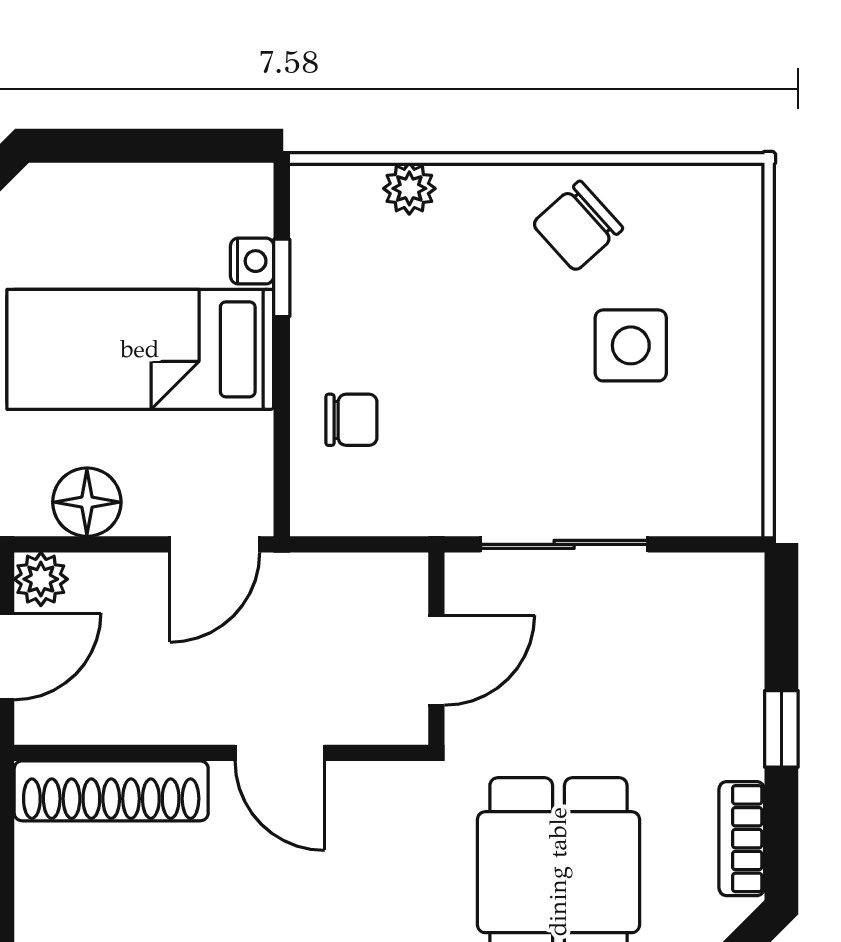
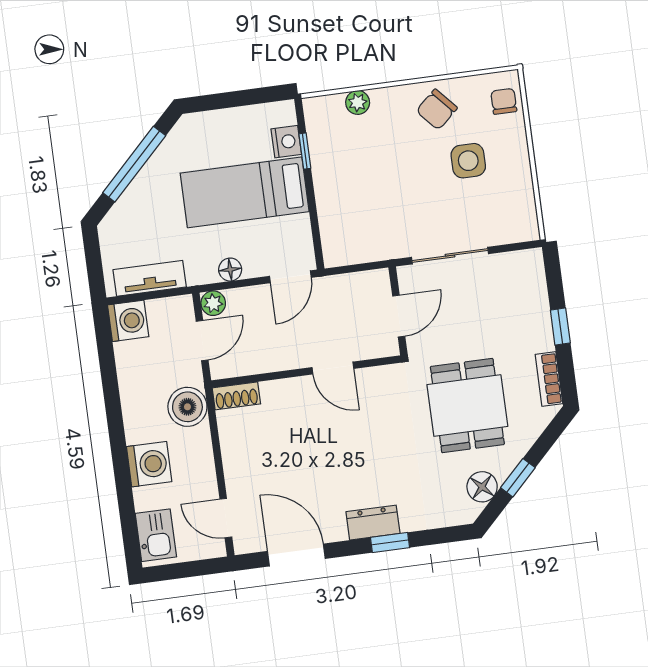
nightstand: (252, 261) -> (286, 142), width x1.39, depth x1.35
chair: (351, 420) -> (504, 101), moved, turned -90
floor lamp: (87, 502) -> (230, 270), width x0.73, depth x0.73
shoe rack: (111, 791) -> (236, 396), width x0.51, depth x0.81

